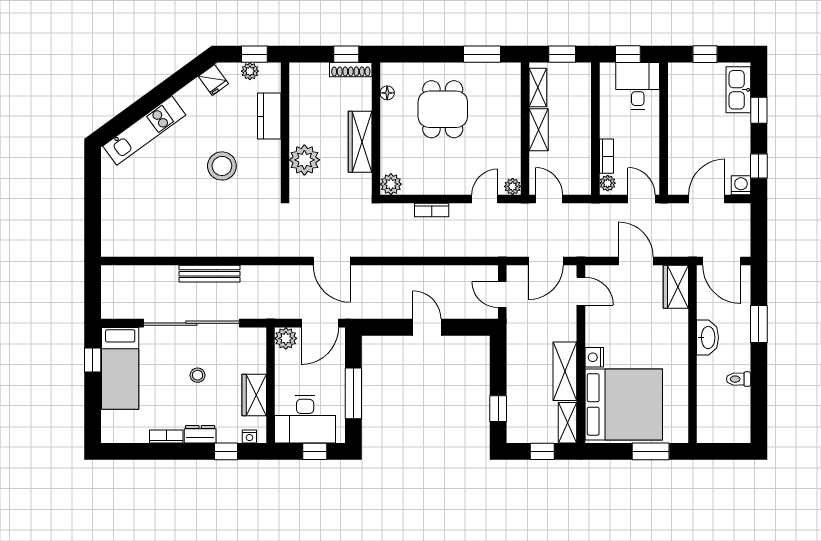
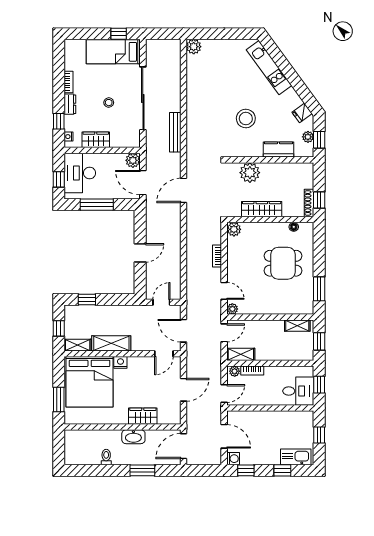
shelving: (539, 130) -> (241, 354), moved
plant: (112, 246) -> (194, 47), added
bench: (209, 274) -> (175, 132), moved
wardrobe: (676, 287) -> (143, 416), moved

